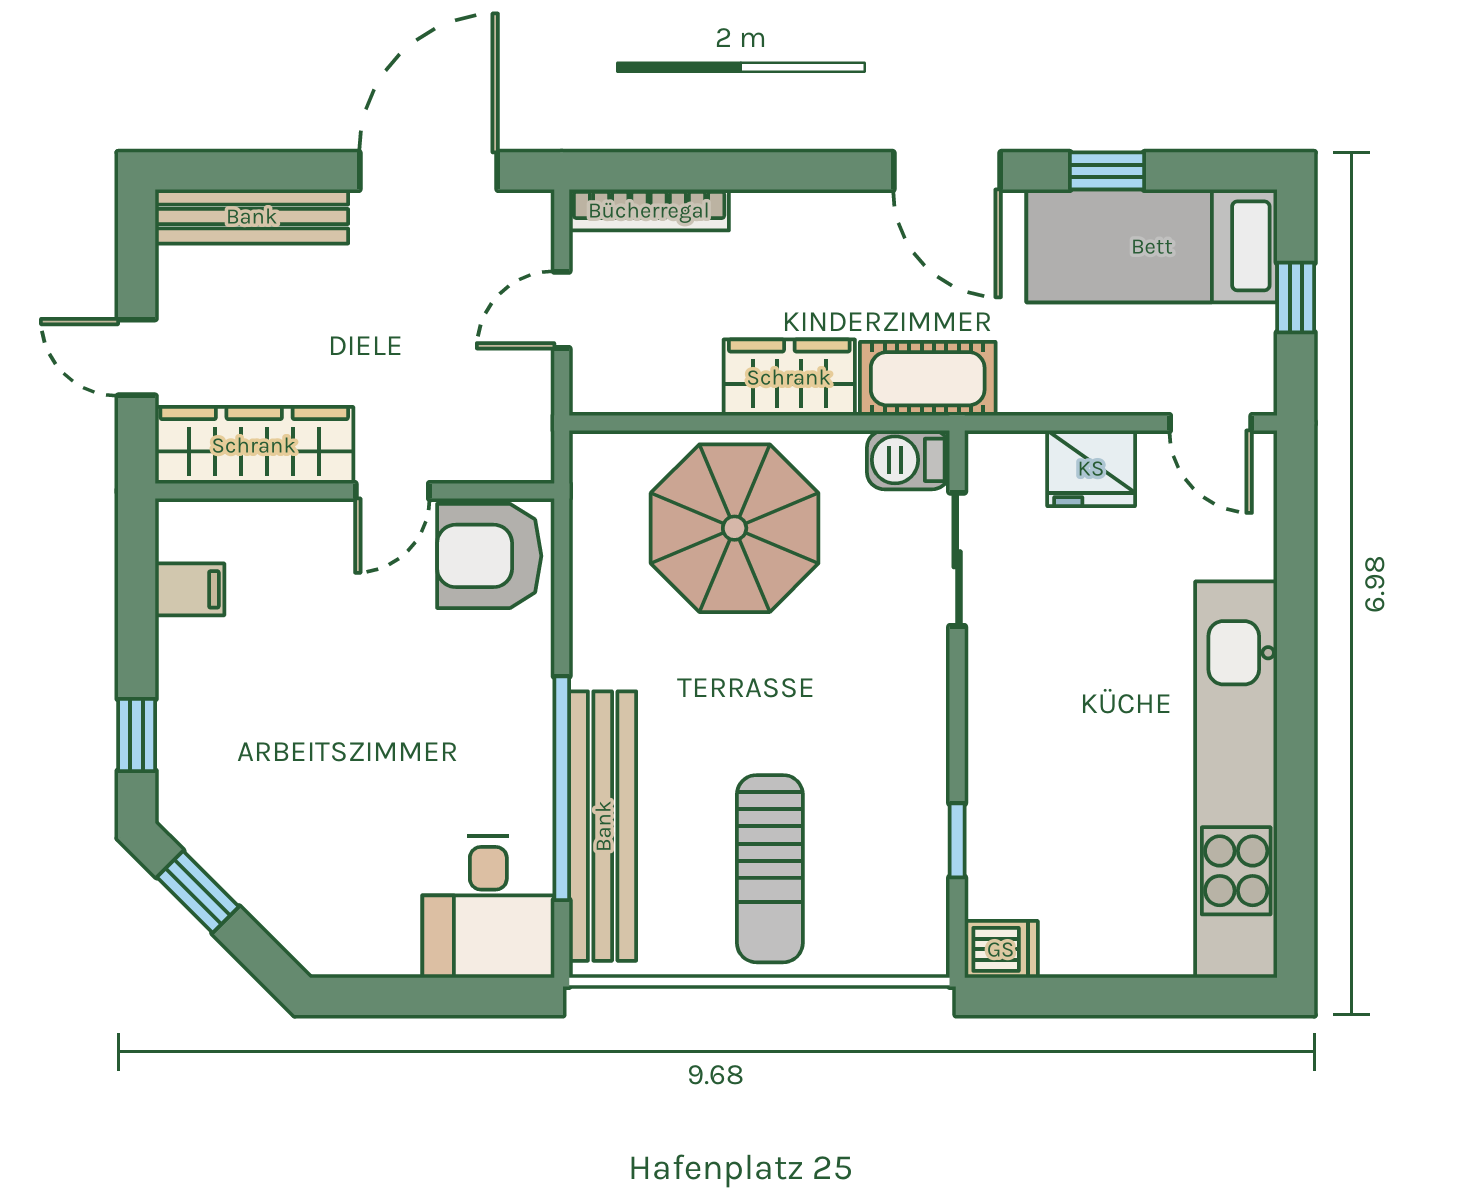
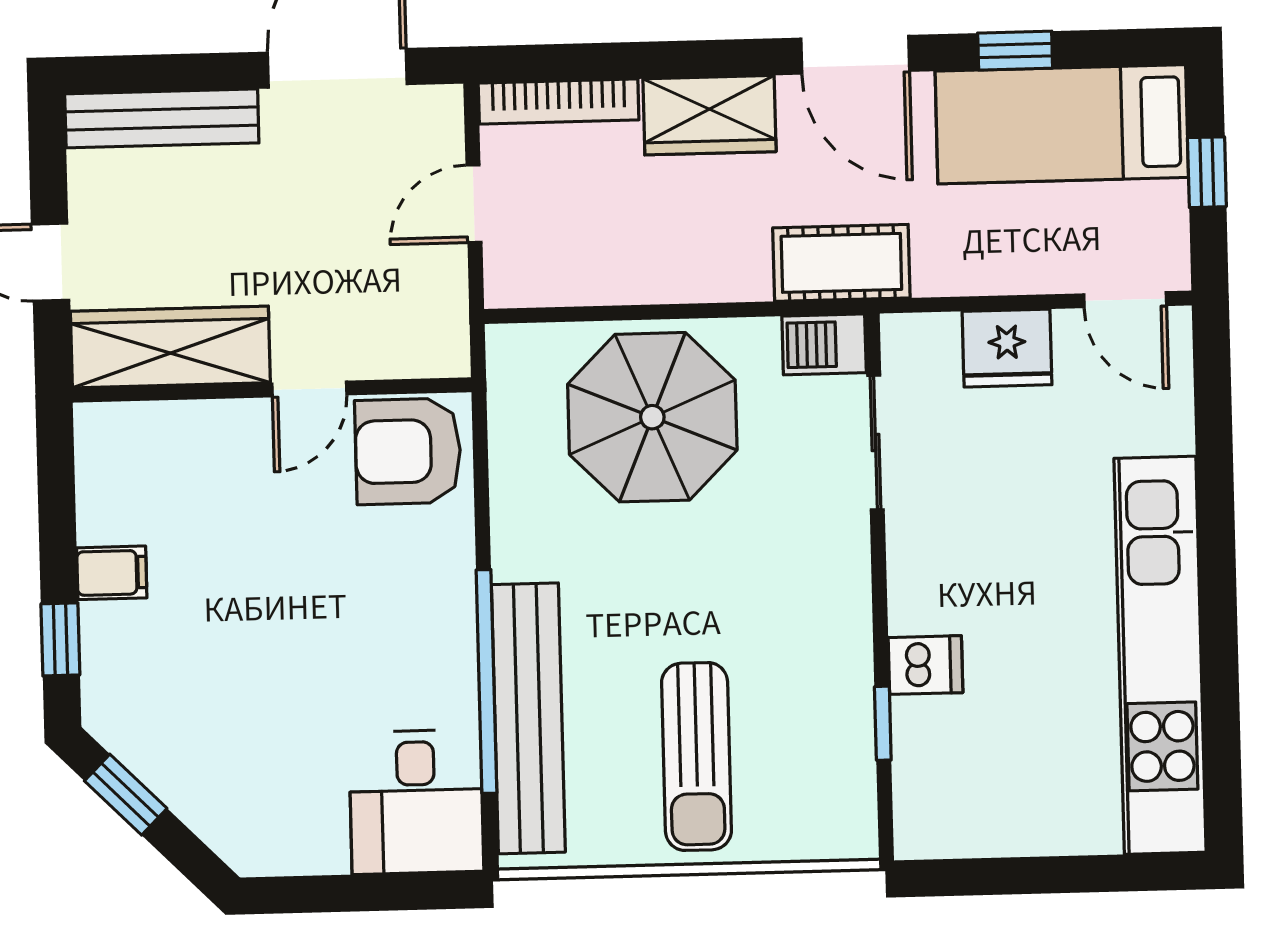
wardrobe: (789, 377) -> (709, 115), moved, turned 180
filing cabinet: (190, 589) -> (112, 573), moved
dishwasher: (1001, 949) -> (925, 665), moved

